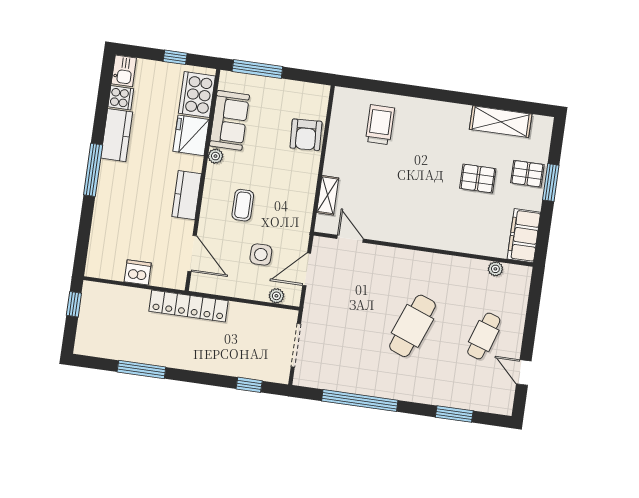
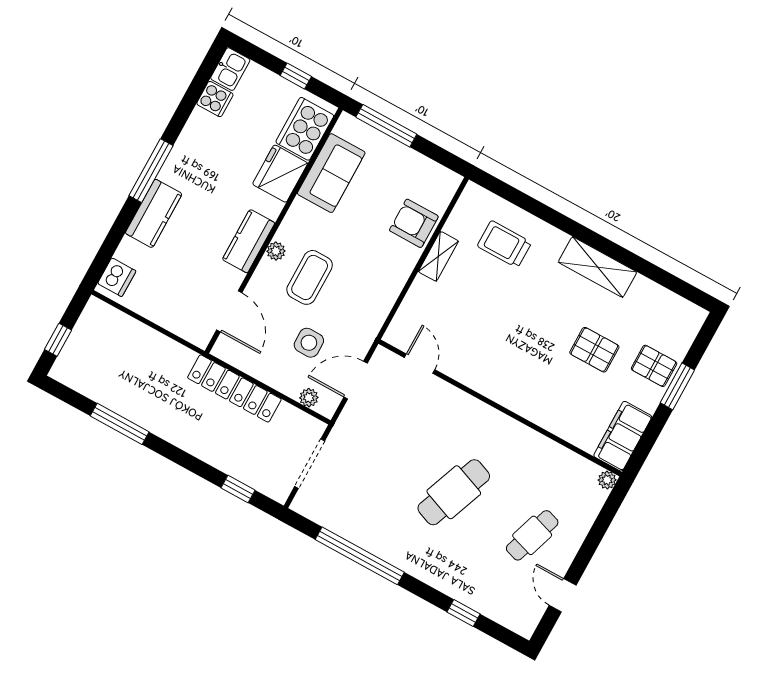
shelving: (501, 122) -> (598, 267), moved
trolley: (380, 125) -> (504, 244), turned -90
kitchen counter: (117, 135) -> (154, 213), moved
armchair: (306, 135) -> (414, 223), turned 93
plant: (215, 156) -> (276, 251), moved
shelving: (328, 195) -> (438, 256), moved
coffee table: (243, 205) -> (310, 277), width x1.36, depth x1.30
plant: (495, 269) -> (607, 480), moved
dishwasher: (138, 272) -> (117, 277), moved, turned 90
window: (74, 304) -> (58, 340), moved
locker: (189, 306) -> (234, 388), moved
window: (454, 414) -> (464, 613), width x0.67

